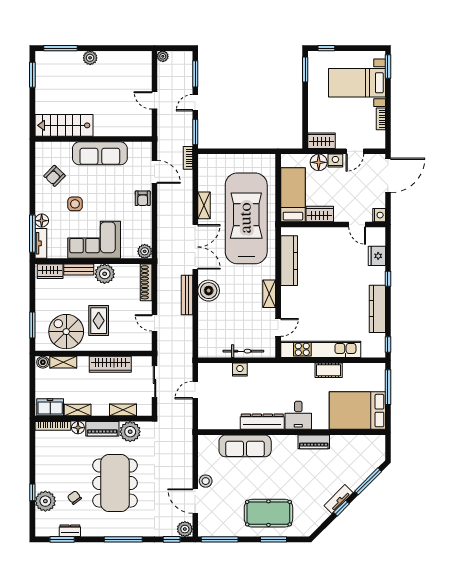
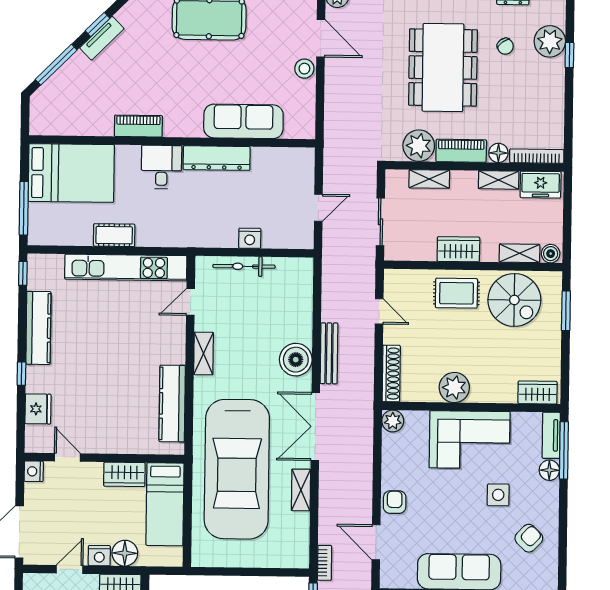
bench: (79, 270) -> (494, 394), removed
rug: (99, 321) -> (456, 293), moved, turned 90
wardrobe: (110, 364) -> (458, 249), width x0.67

